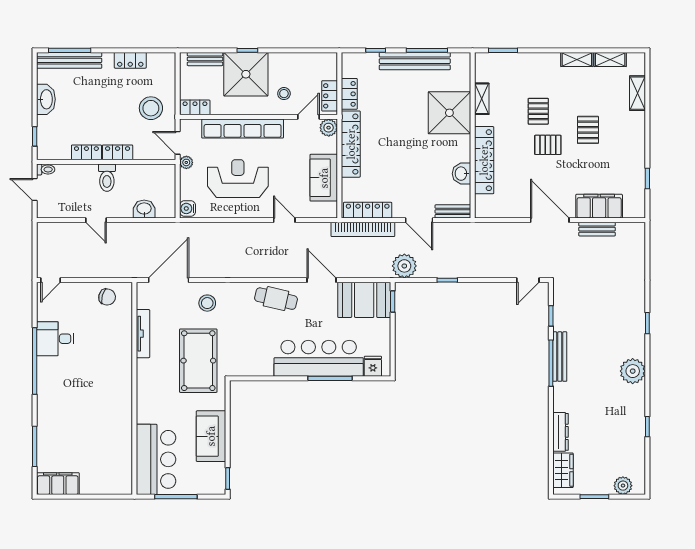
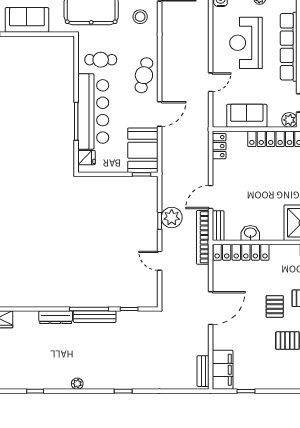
locker: (484, 160) -> (241, 252), moved
reception desk: (238, 179) -> (246, 43), turned 180
filing cabinet: (599, 206) -> (223, 370), moved
locker: (368, 210) -> (219, 146), width x0.66
bookcase: (363, 229) -> (203, 237), moved
bench: (597, 229) -> (203, 371), moved
plant: (404, 266) -> (172, 217), moved
door: (528, 280) -> (160, 261), moved
cafe table: (258, 349) -> (101, 60), added
plant: (633, 371) -> (77, 384), width x0.53, depth x0.53
dresser: (560, 432) -> (56, 317), moved

